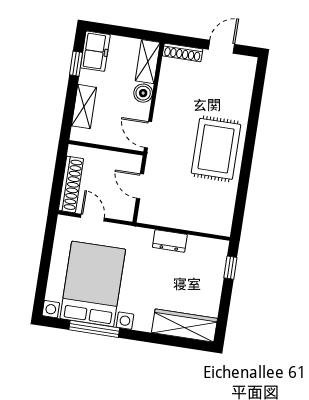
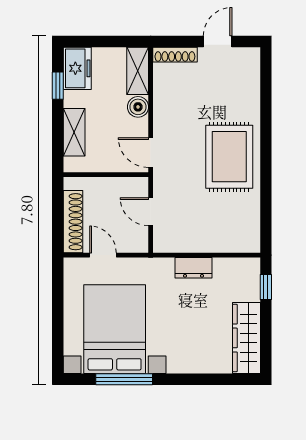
wardrobe: (185, 326) -> (246, 338), moved, turned -90

